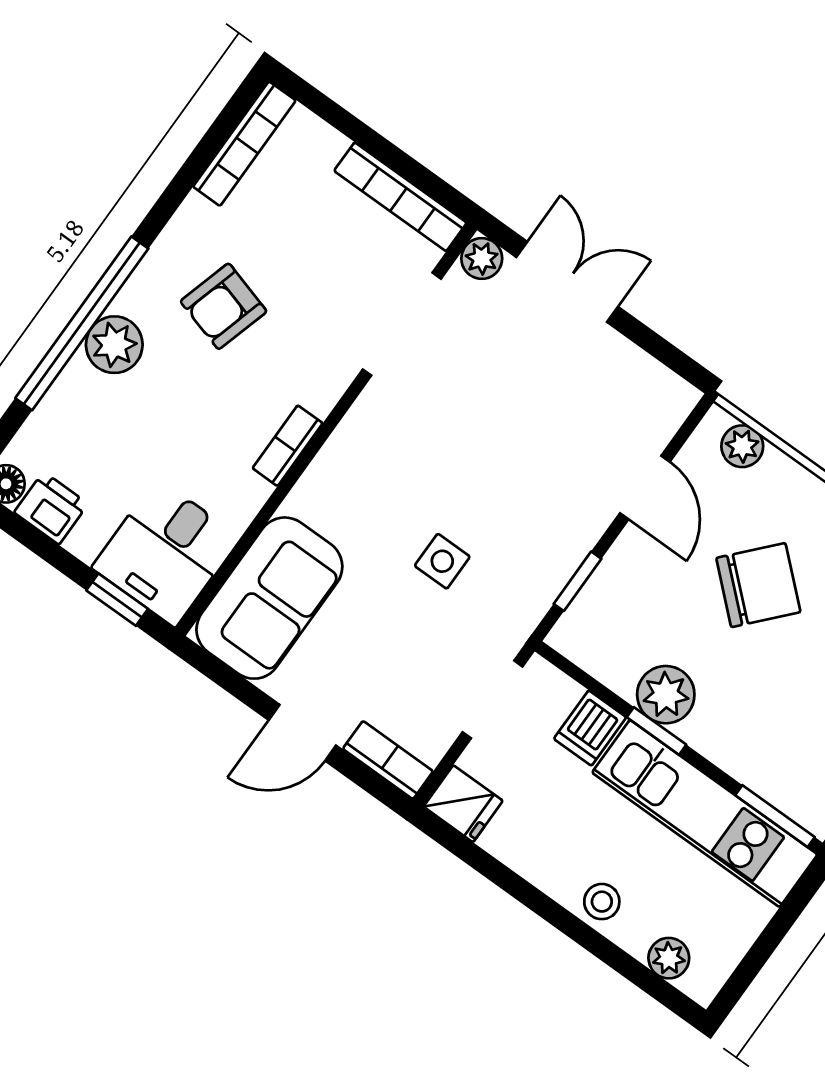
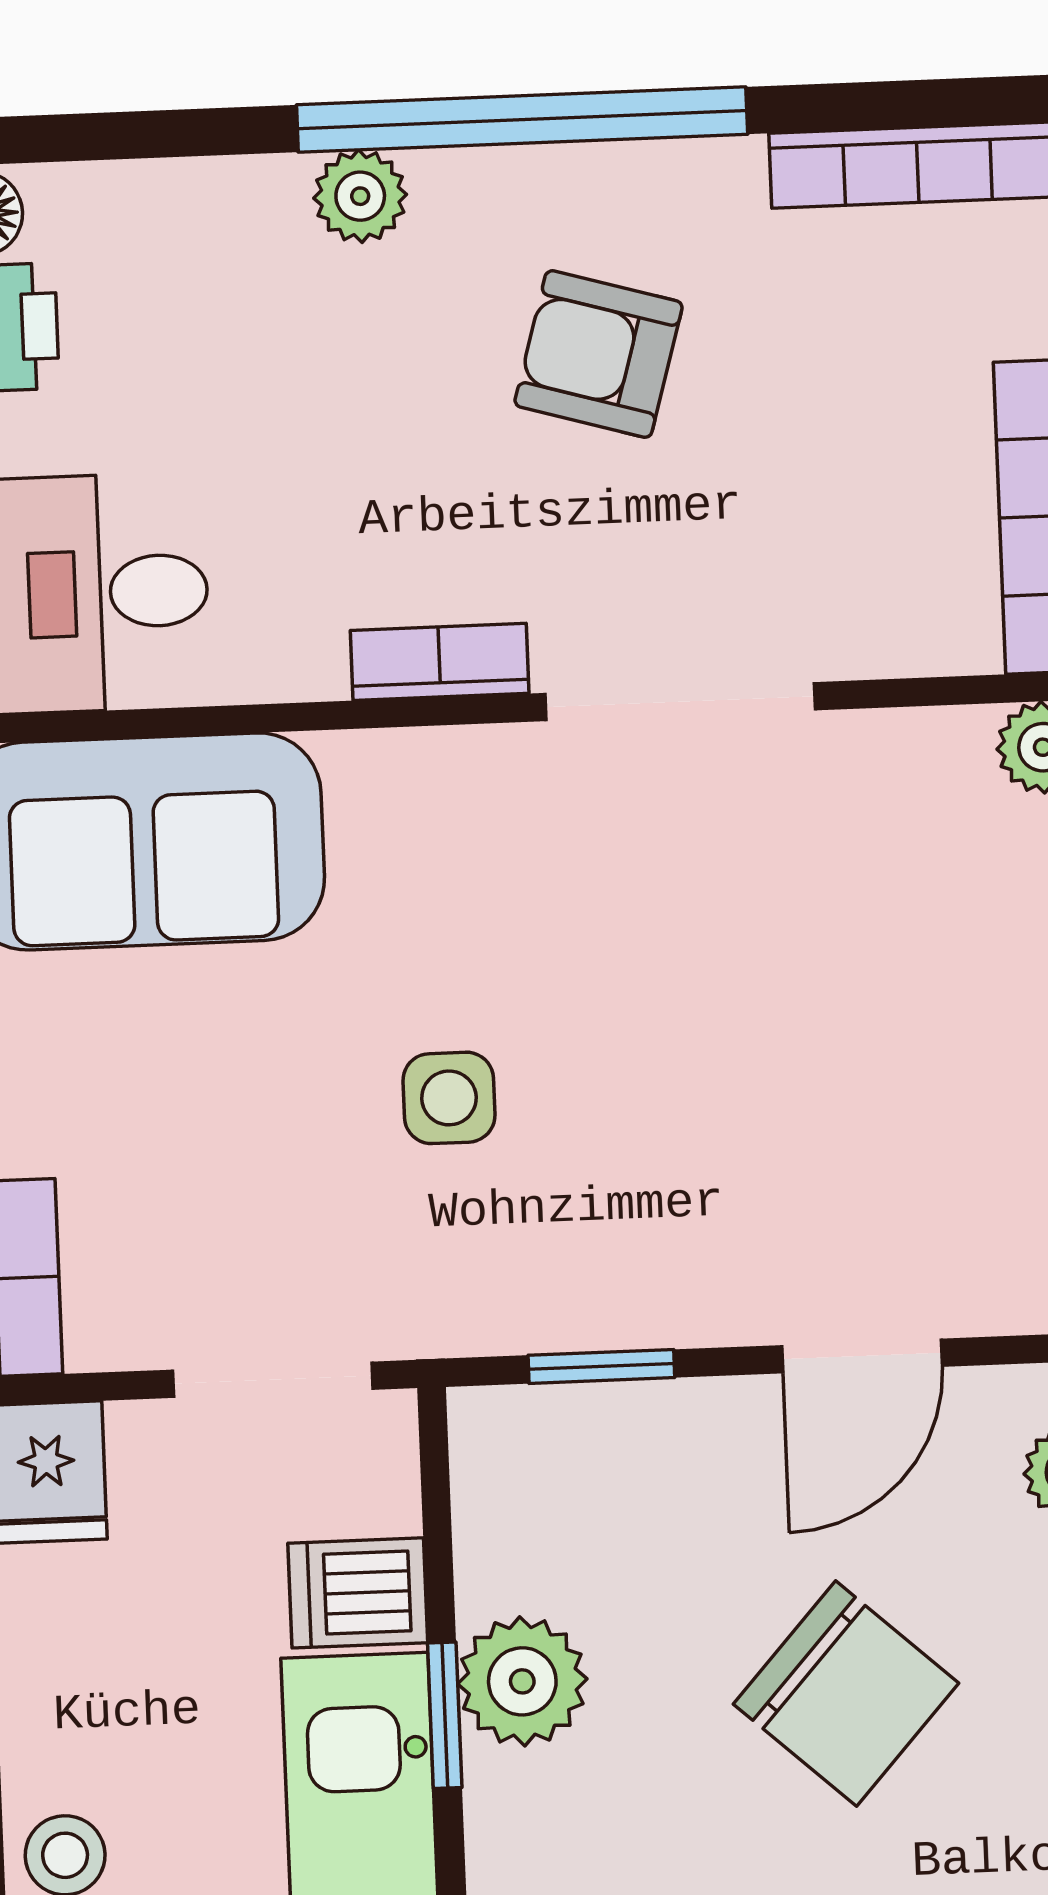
window: (82, 323) -> (522, 119), moved
doorway: (402, 324) -> (680, 702), moved
plant: (114, 345) -> (360, 196), width x0.73, depth x0.73

